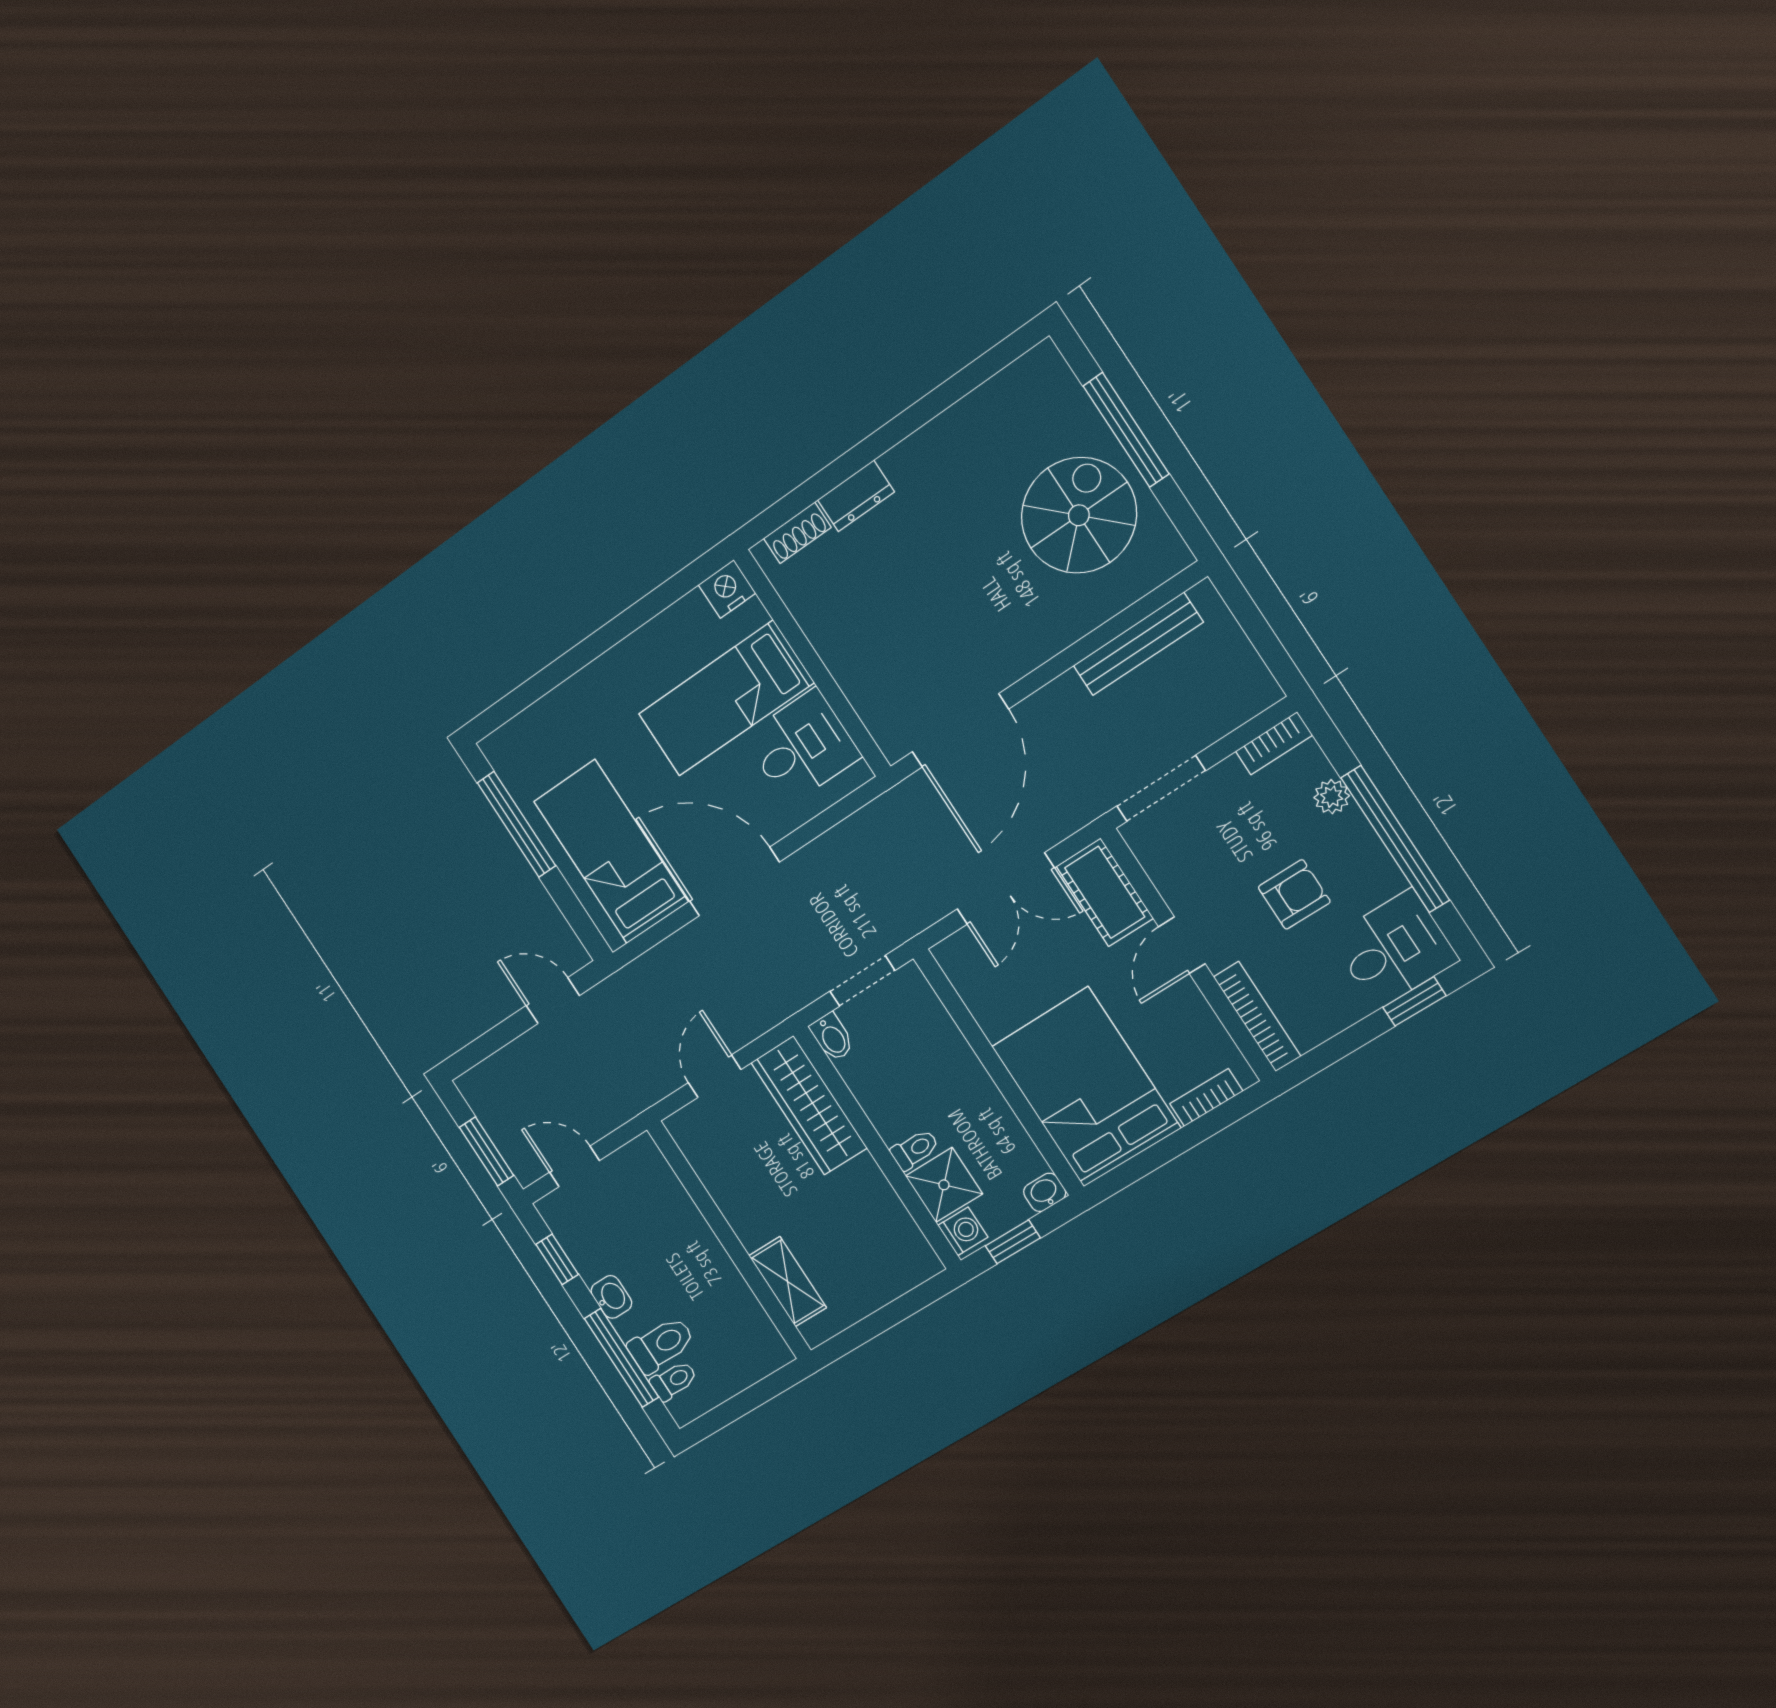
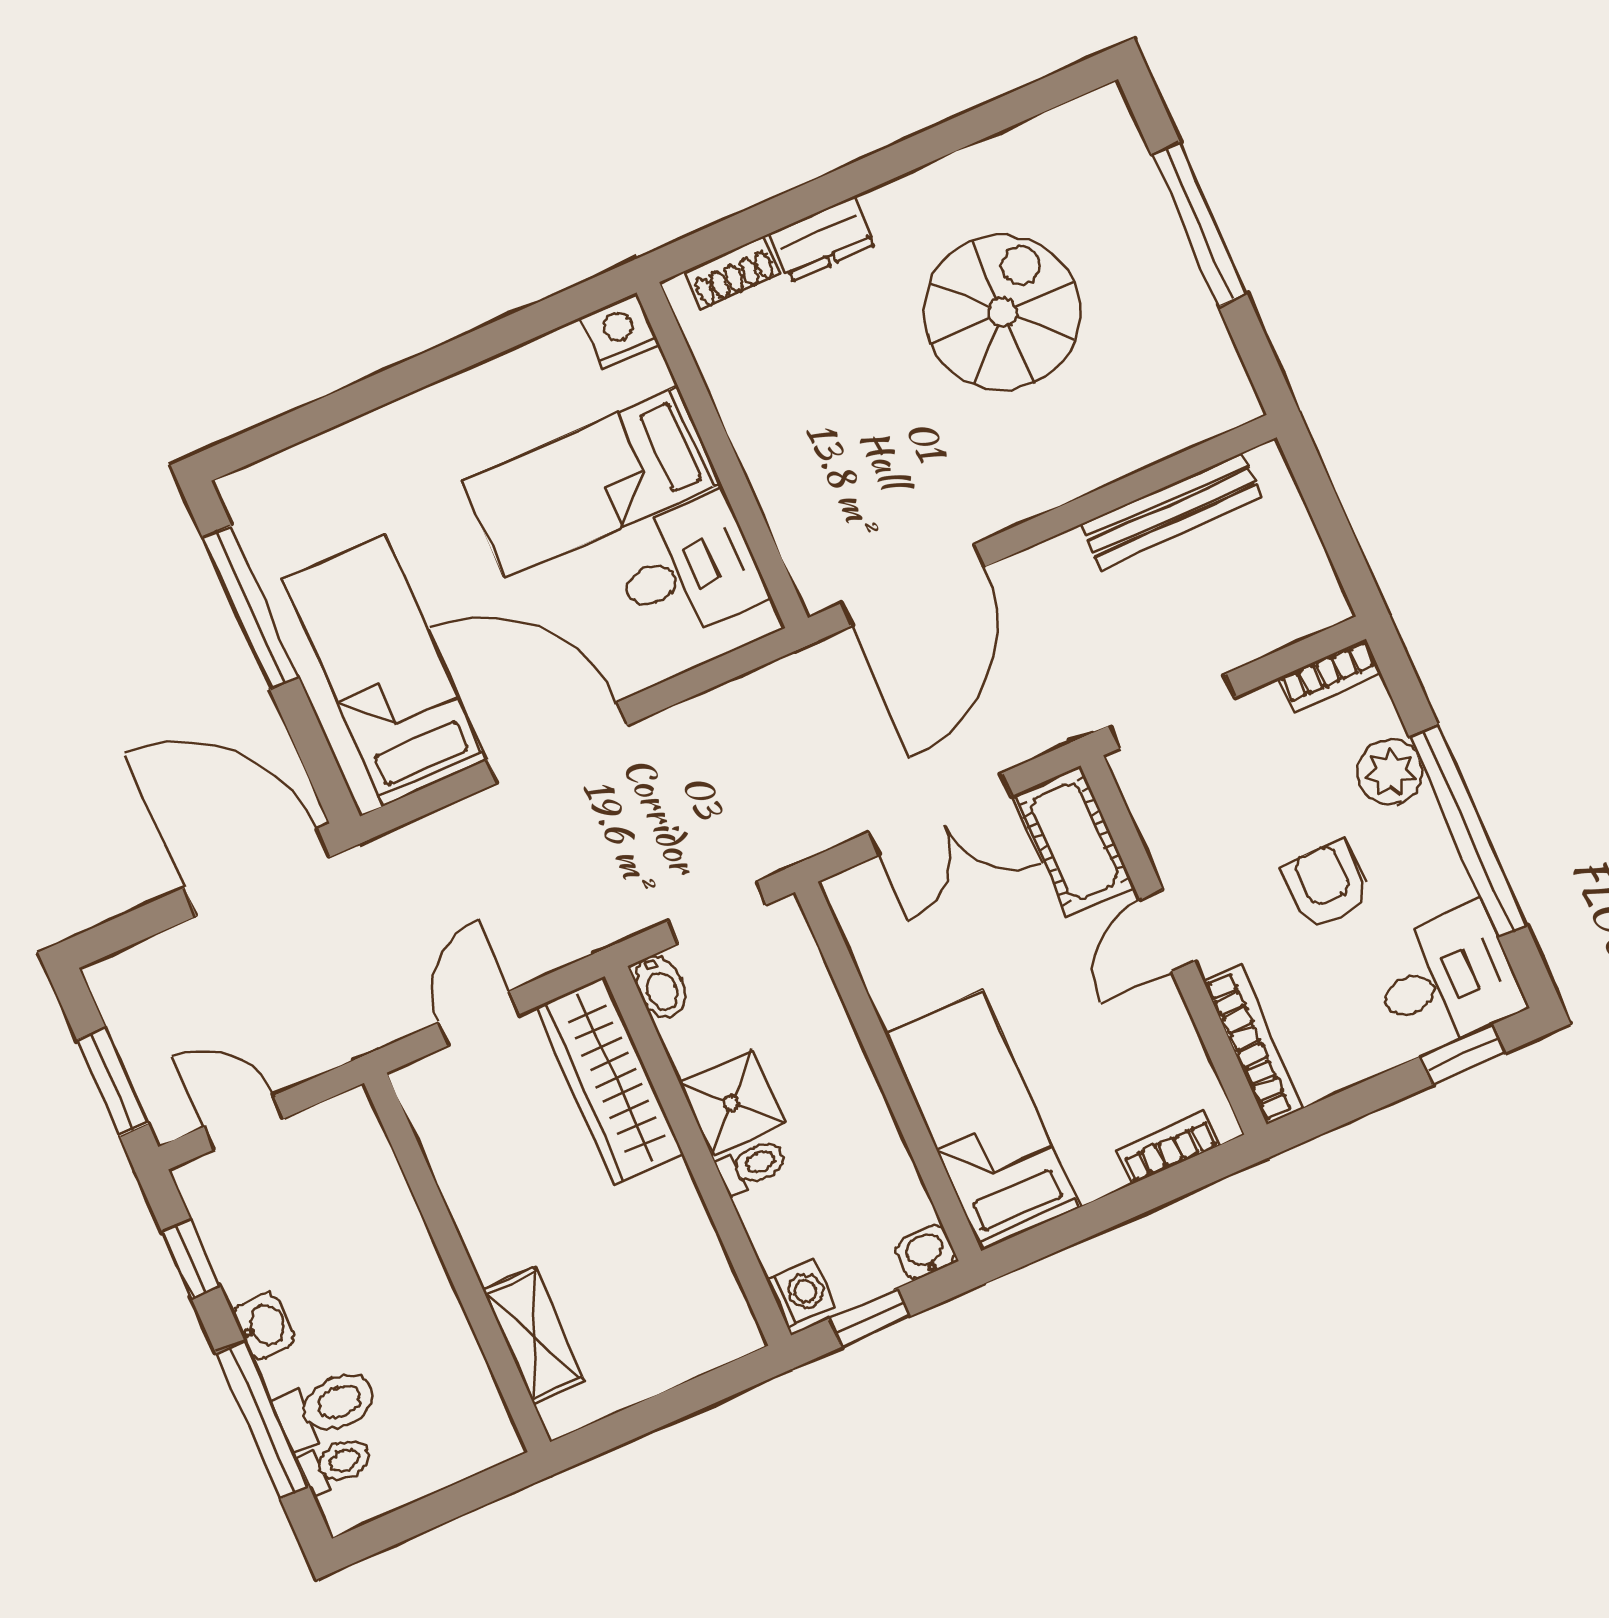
spiral stairs: (1079, 515) -> (1002, 312), moved
plant: (1332, 797) -> (1390, 772), width x1.38, depth x1.38
armchair: (1294, 894) -> (1327, 885), turned -90
door: (553, 1001) -> (257, 872), width x1.87
bed: (1086, 1087) -> (982, 1121), width x0.67
shower: (944, 1185) -> (732, 1103), moved

